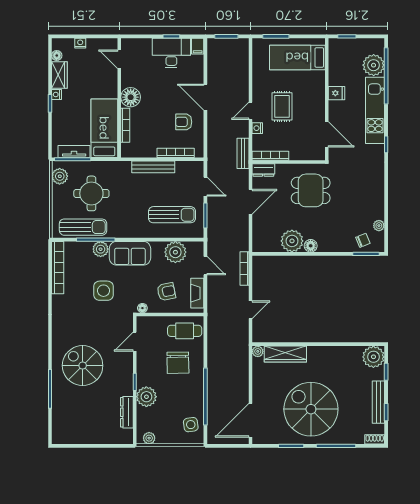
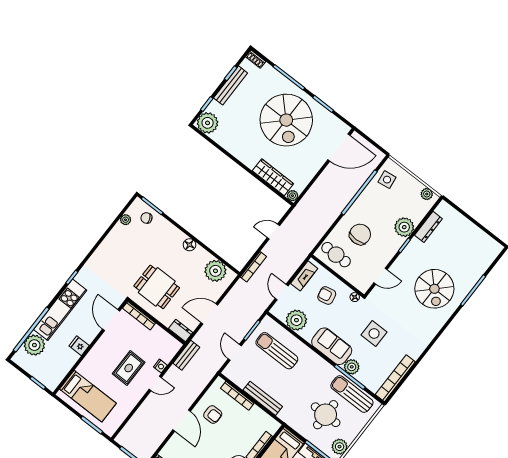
bookcase: (270, 156) -> (139, 316), moved
plant: (292, 241) -> (215, 271), moved

